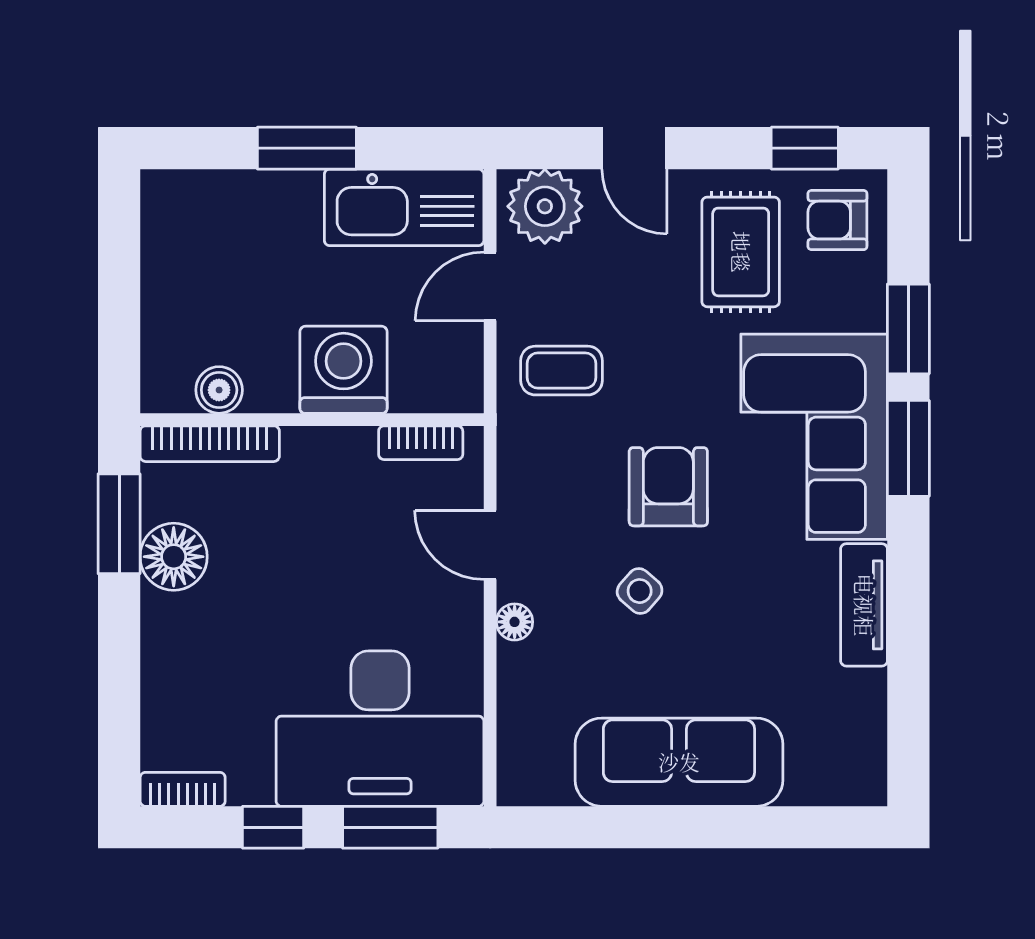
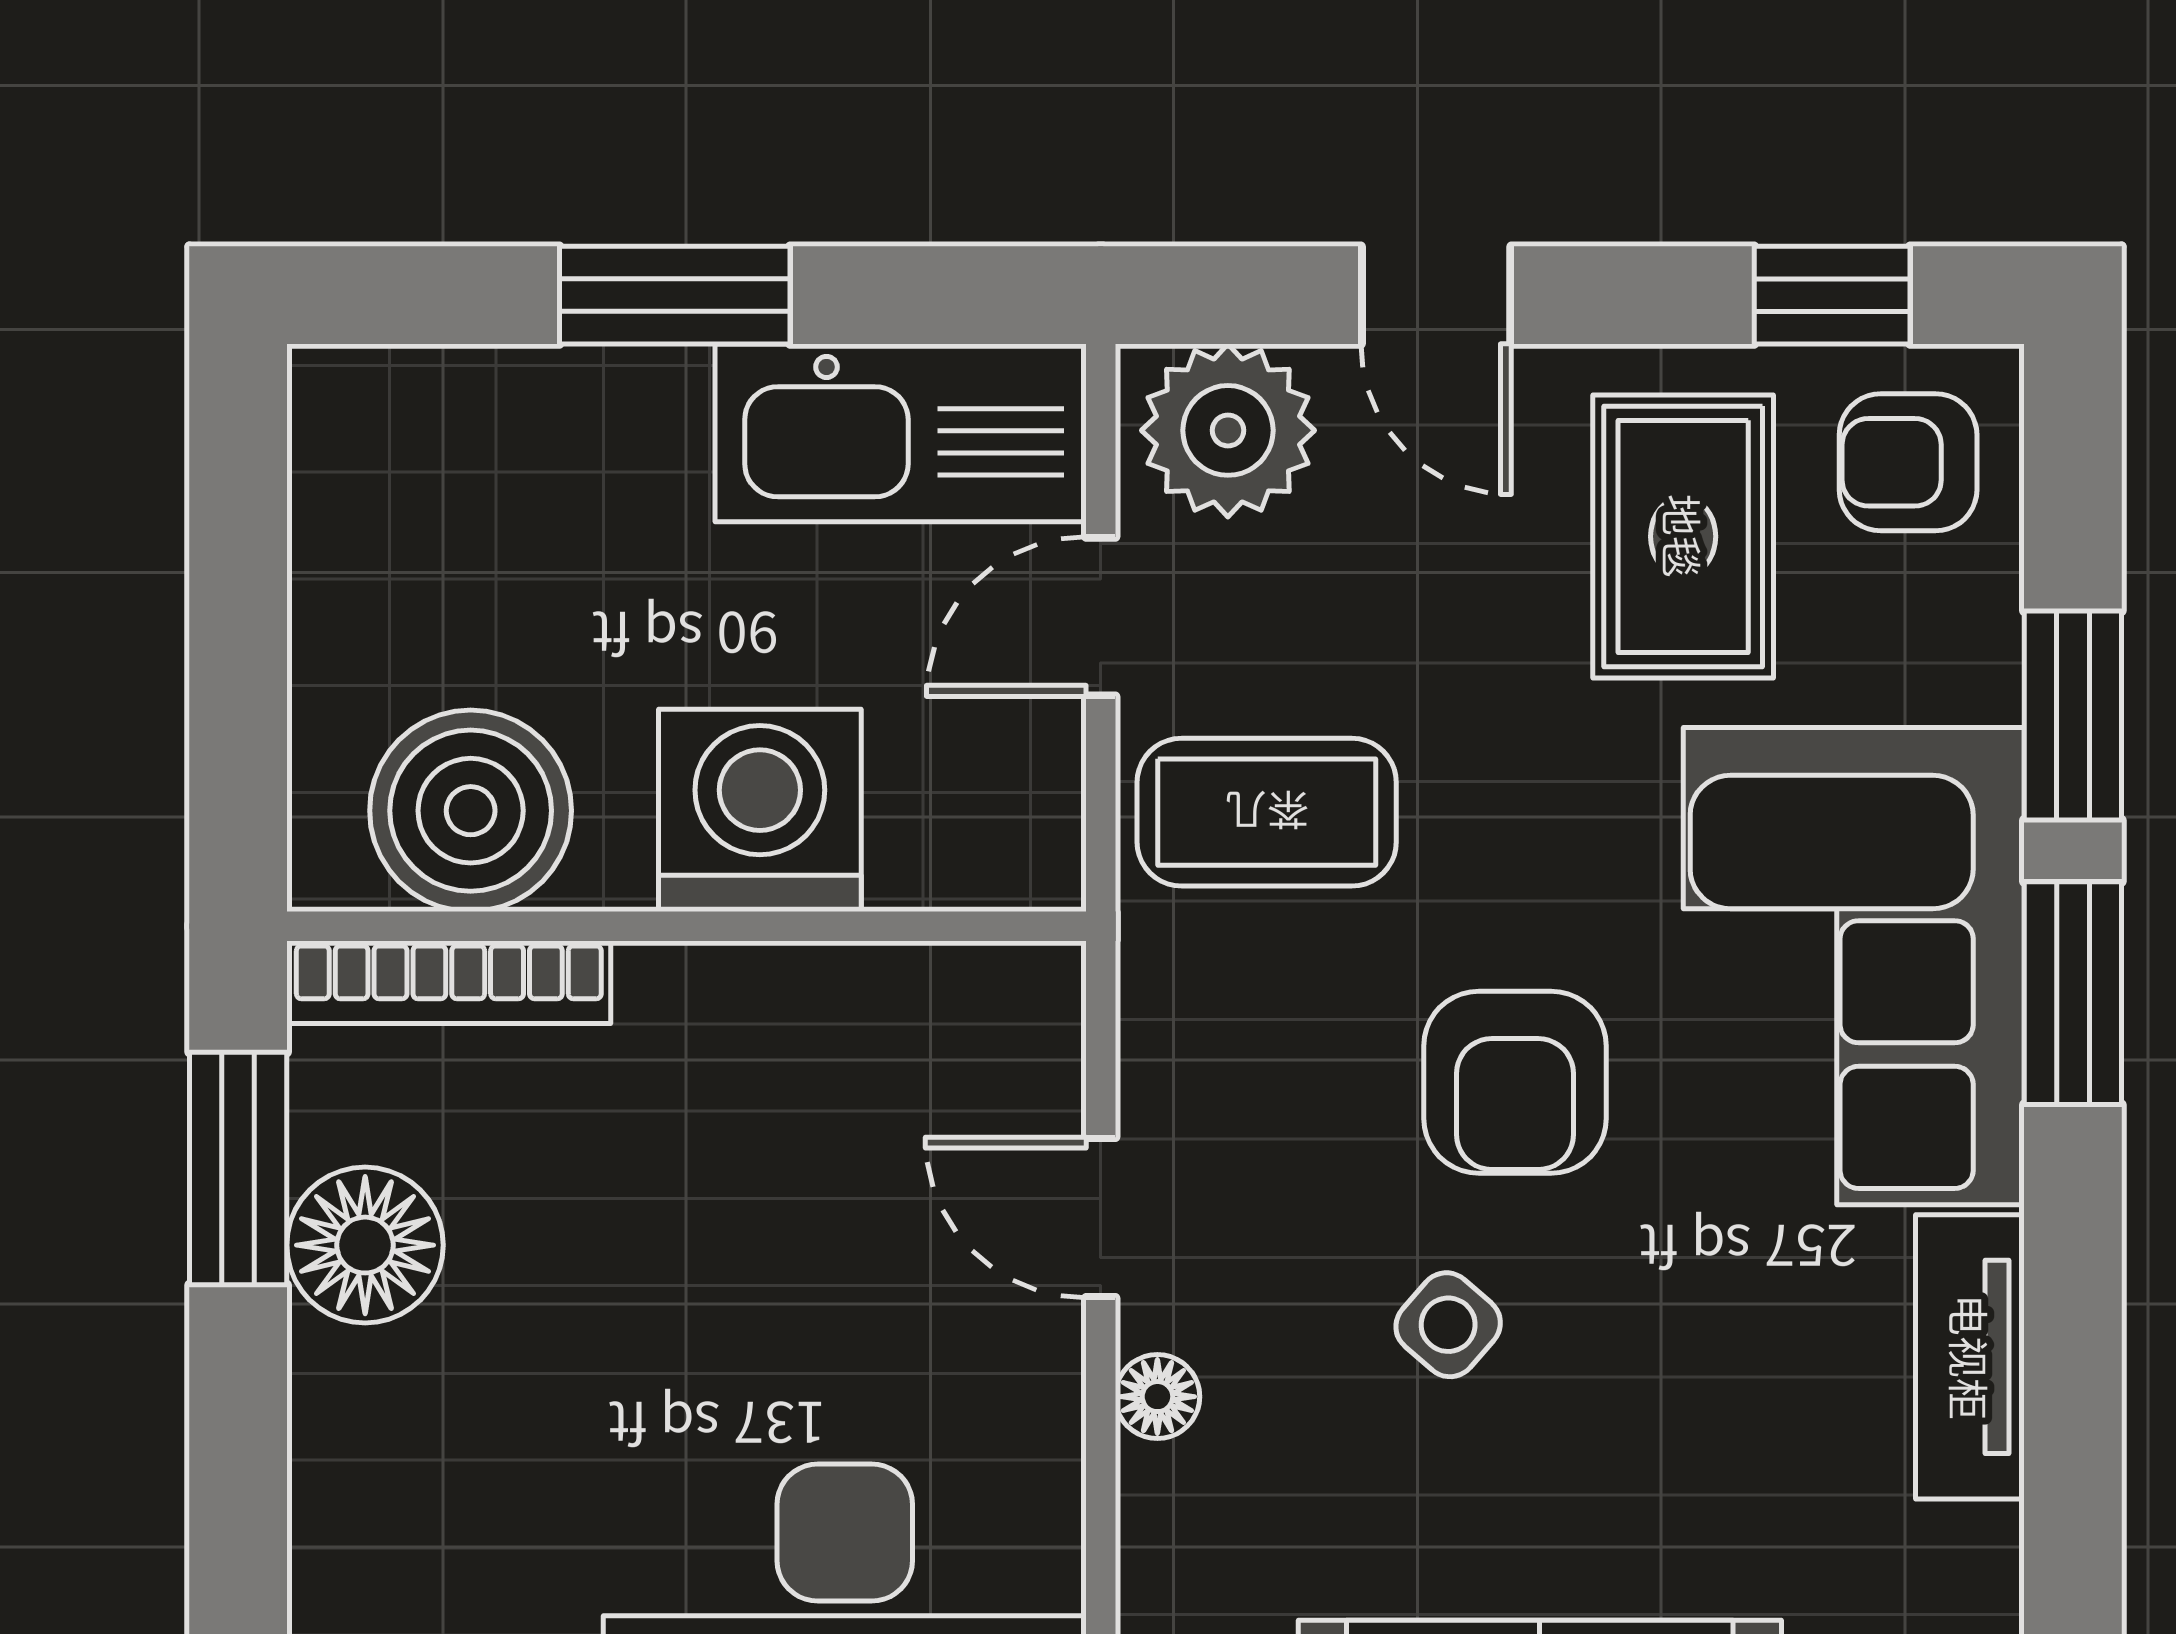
coffee table: (562, 371) -> (1267, 812), width x1.36, depth x1.30
boiler: (219, 390) -> (471, 811), width x1.86, depth x1.86
bookcase: (421, 443) -> (939, 980), removed
armchair: (668, 487) -> (1515, 1082), turned 180

